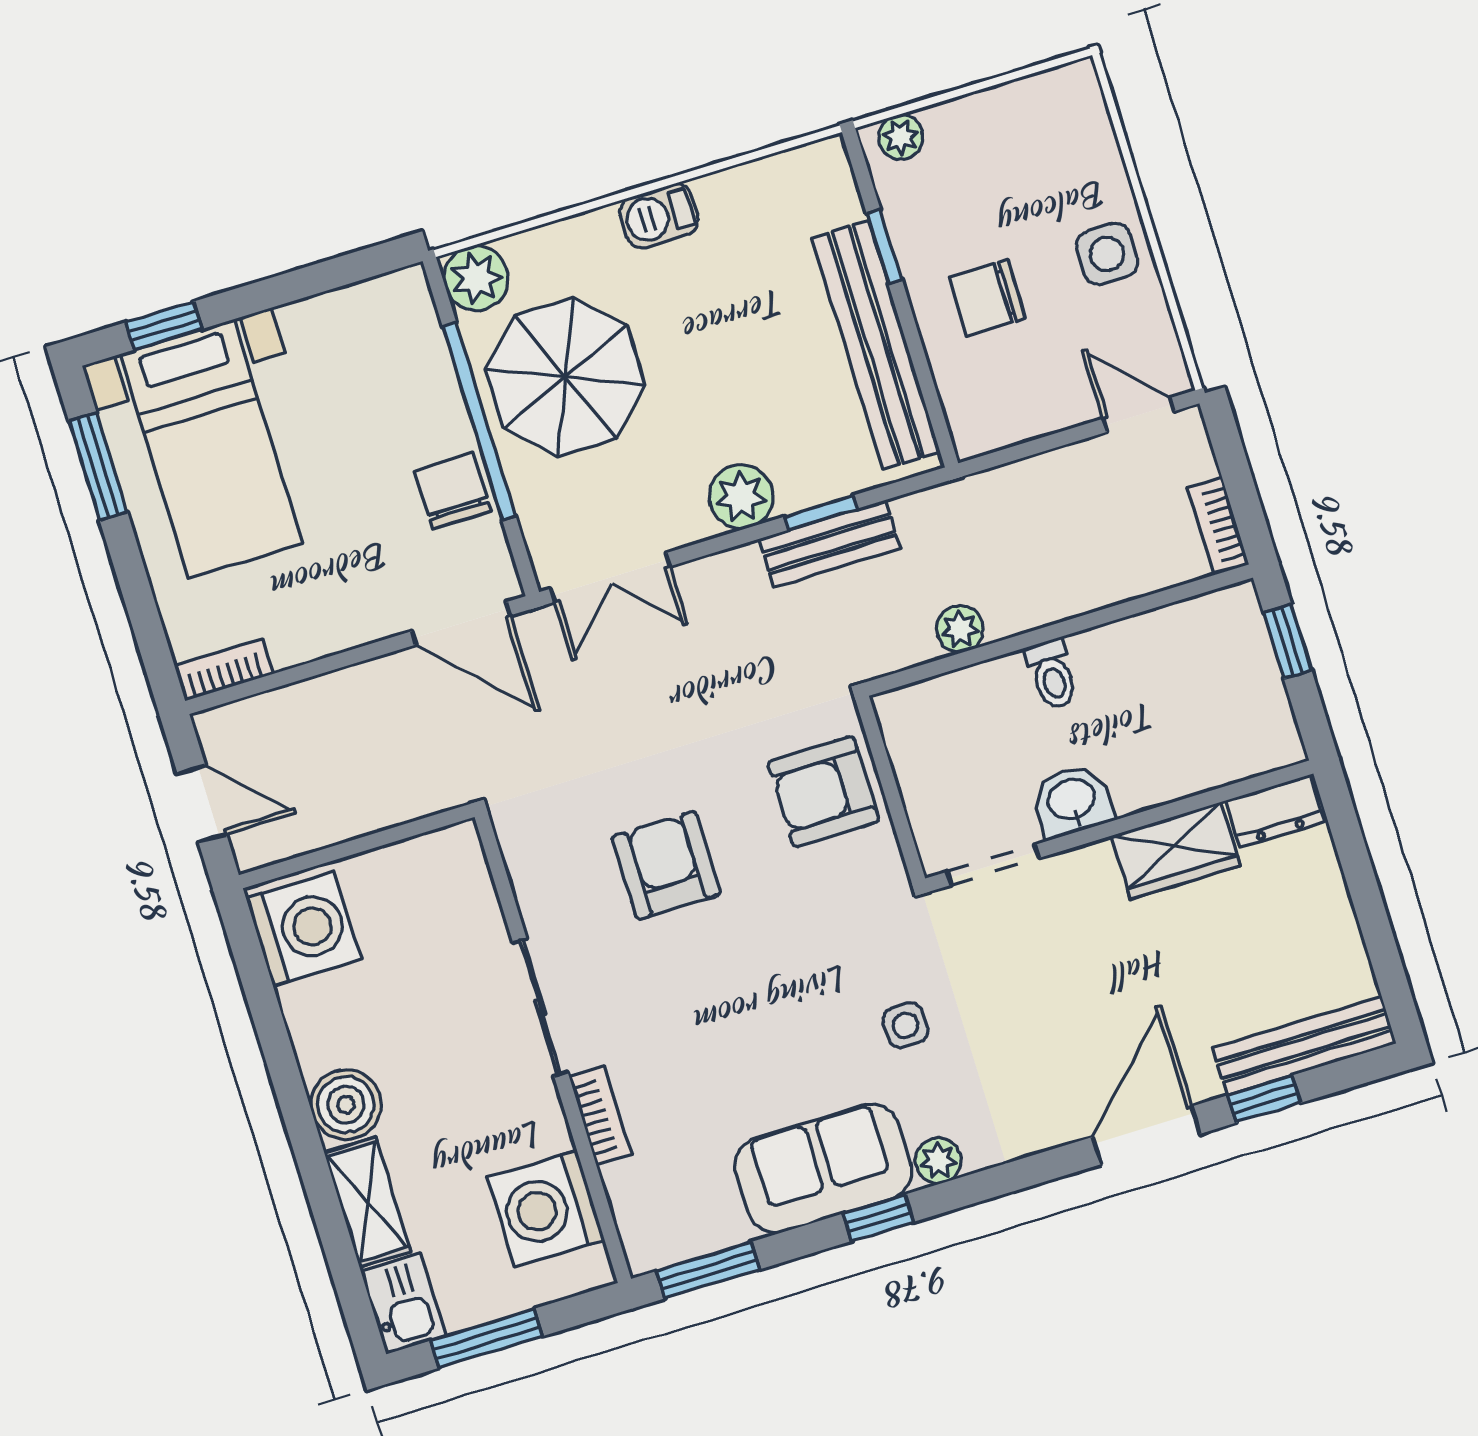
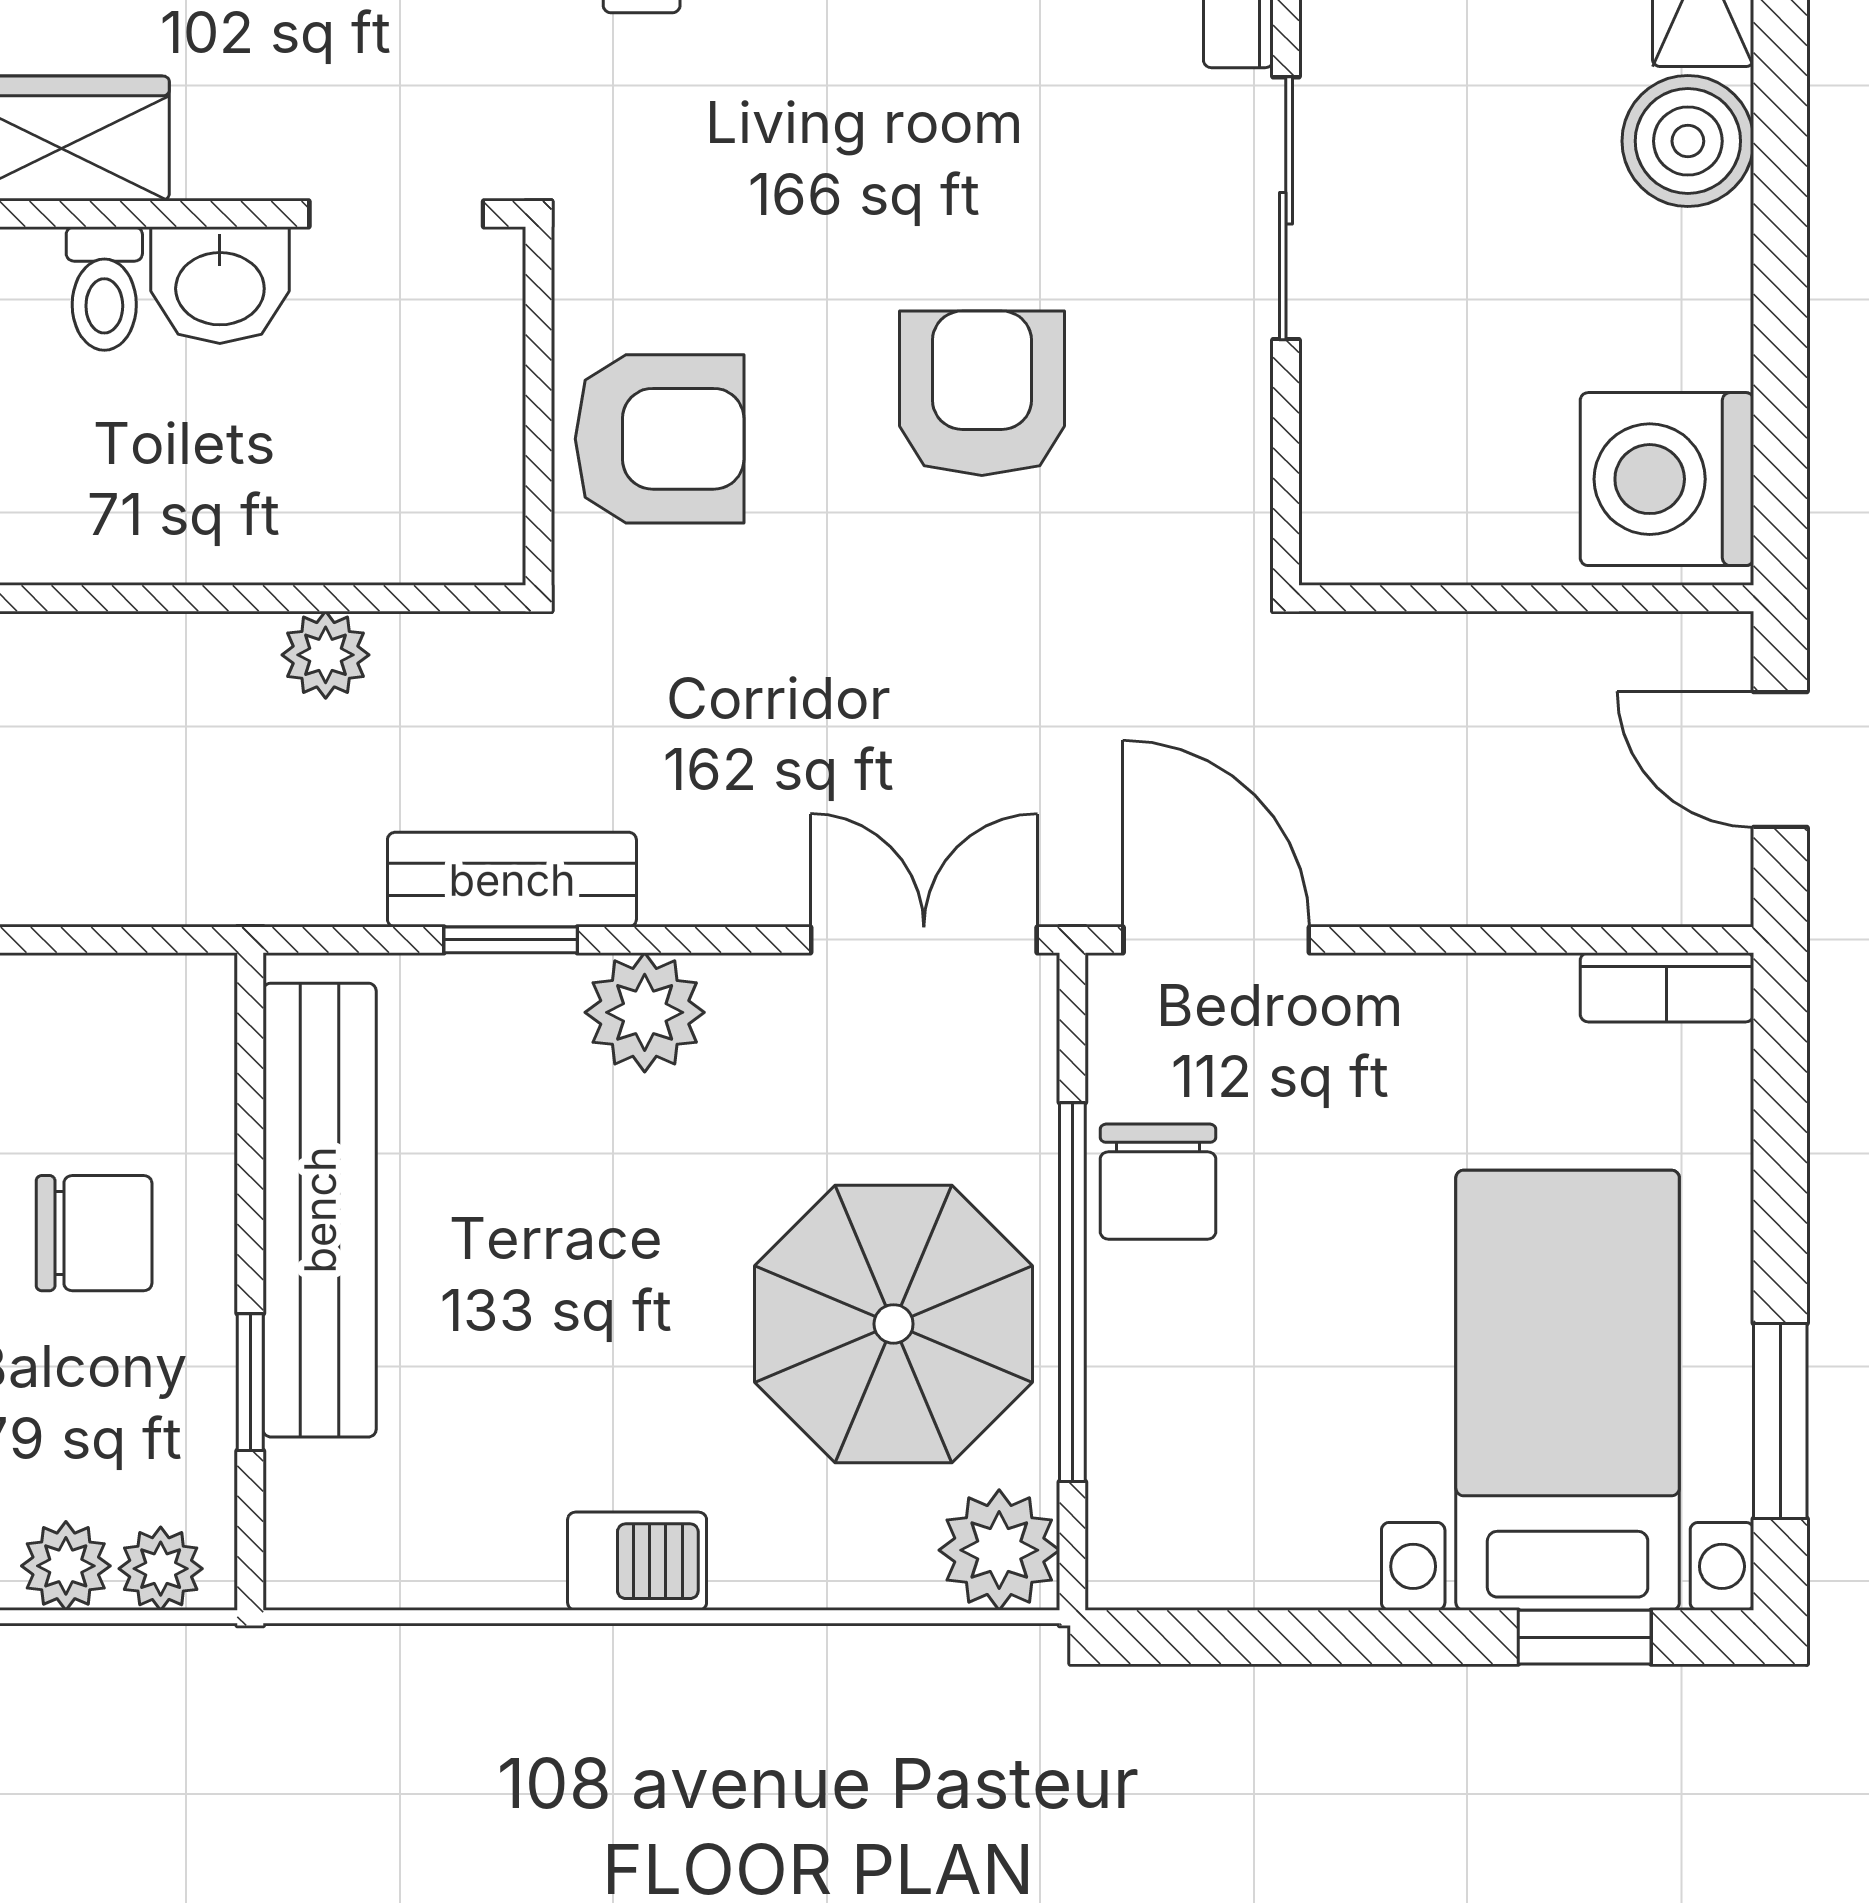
plant: (949, 124) -> (66, 1566), added
toilet: (1052, 674) -> (104, 289), moved, turned 180
armchair: (666, 865) -> (982, 393), turned 180

